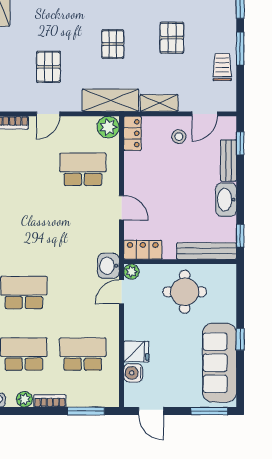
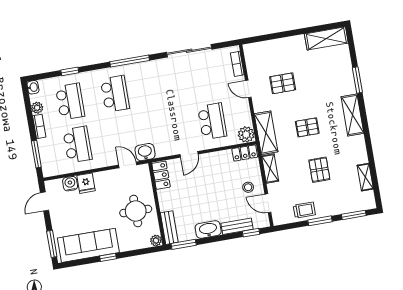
pallet: (172, 38) -> (319, 170), turned 90
window: (240, 236) -> (184, 244), width x1.50
bench: (206, 251) -> (169, 228), width x0.73
plant: (131, 272) -> (156, 241), moved

